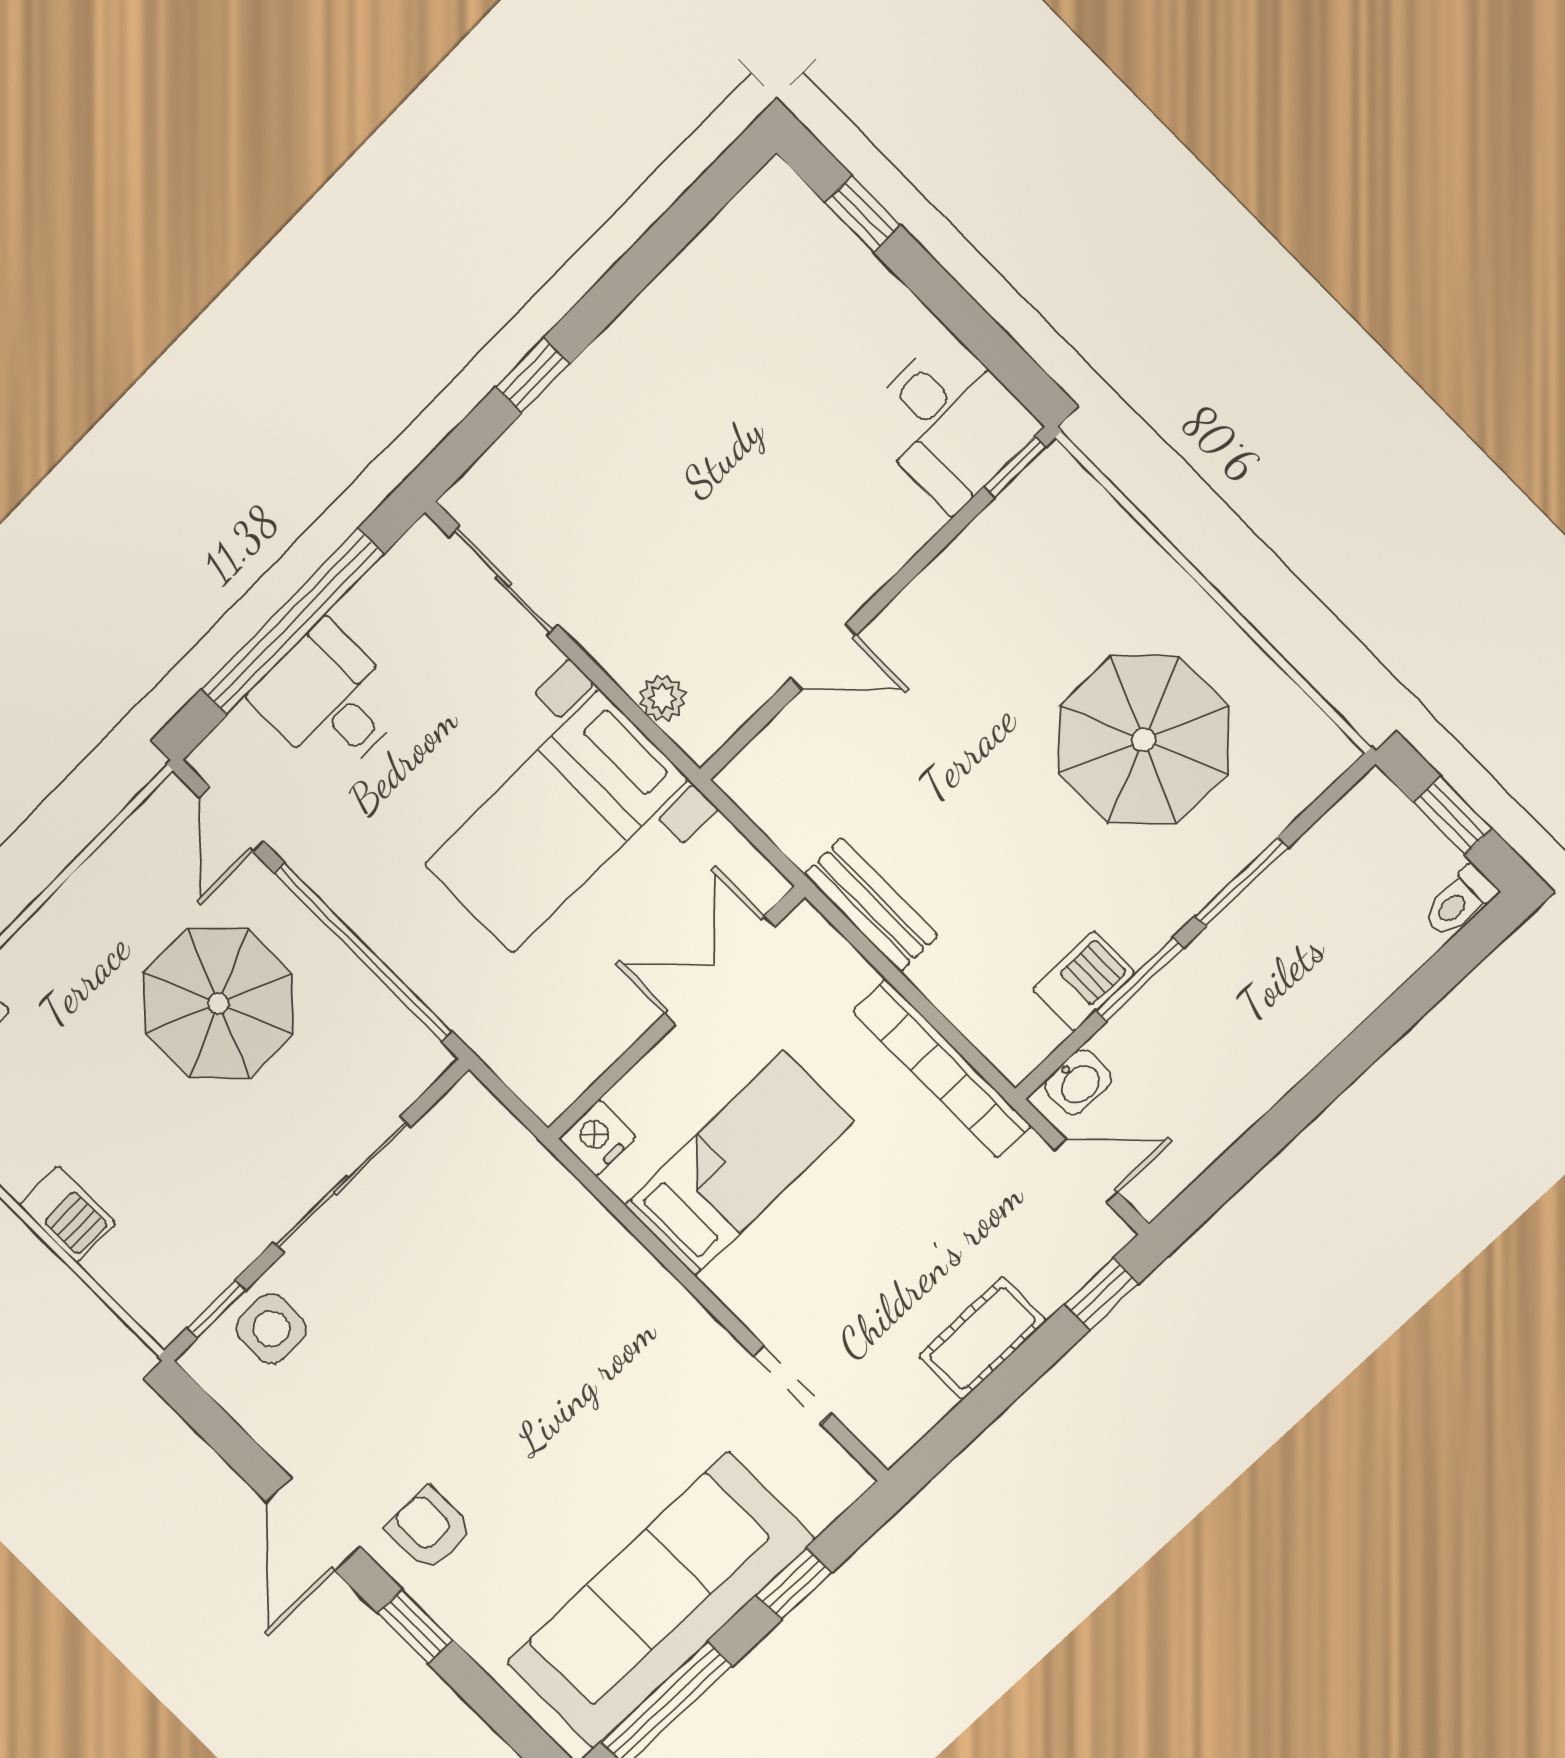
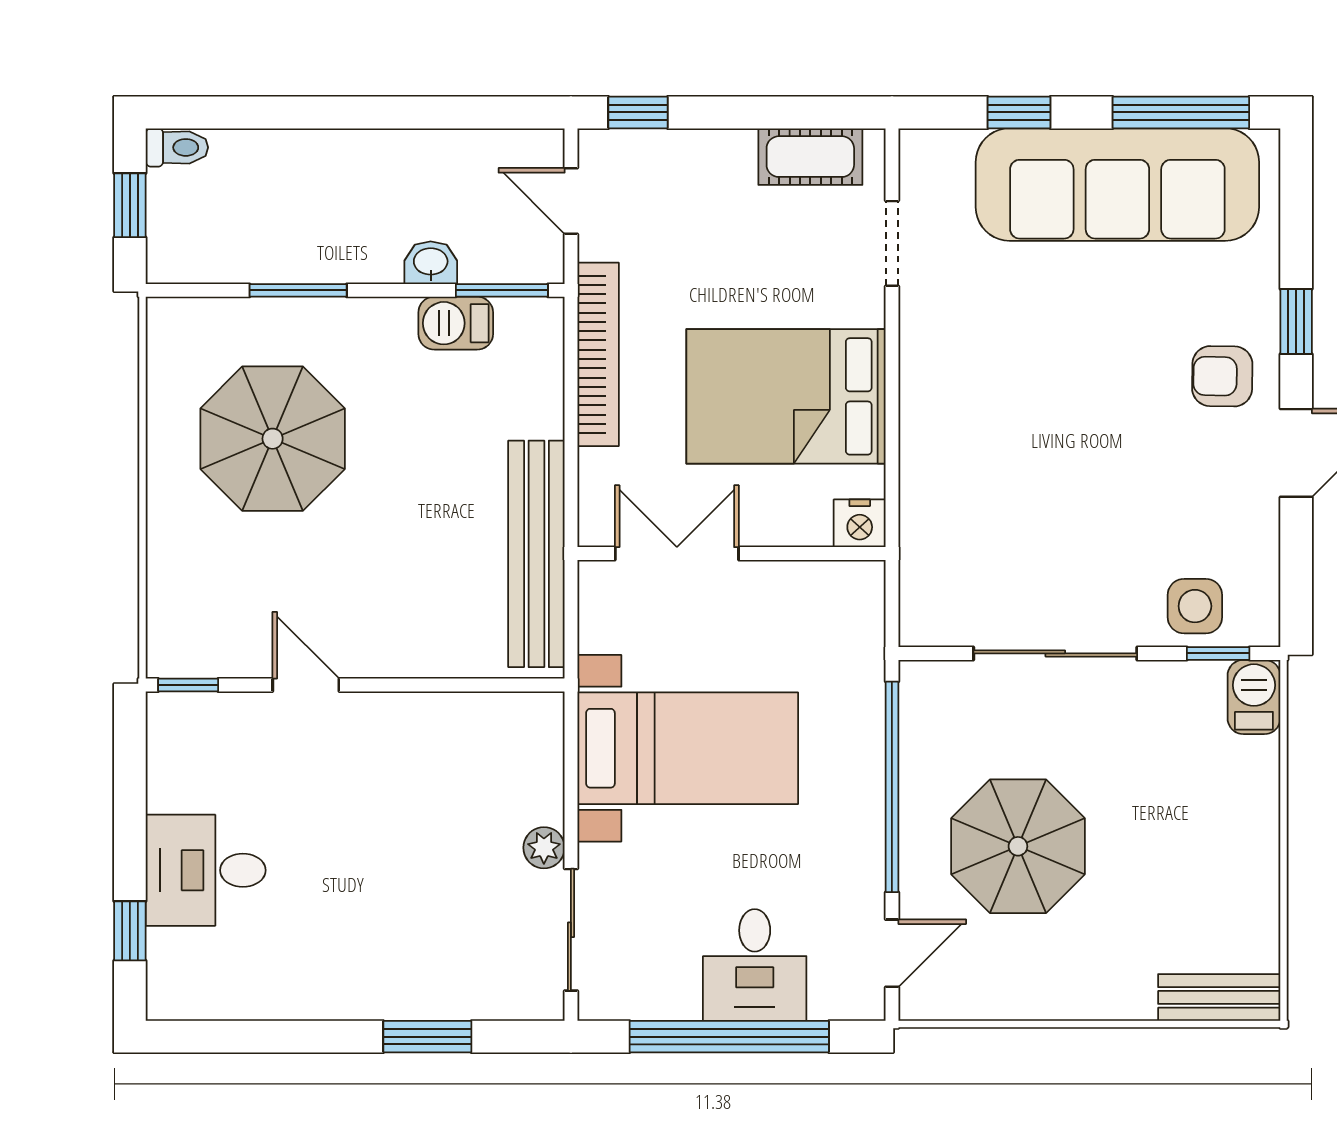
window: (533, 375) -> (427, 1037), width x1.50
desk: (950, 423) -> (206, 870), moved, turned -90
door: (823, 657) -> (306, 685), moved
plant: (663, 698) -> (544, 848), moved
bench: (871, 905) -> (536, 554), width x1.86, depth x1.21
double door: (720, 970) -> (677, 553), swing flipped
window: (1140, 979) -> (502, 290), moved
washbasin: (1078, 1082) -> (431, 263), moved
bed: (739, 1164) -> (786, 396), width x1.50
barbecue: (67, 1214) -> (1254, 697), moved
cot: (982, 1338) -> (810, 157), moved
armchair: (429, 1529) -> (1222, 376), turned 91

